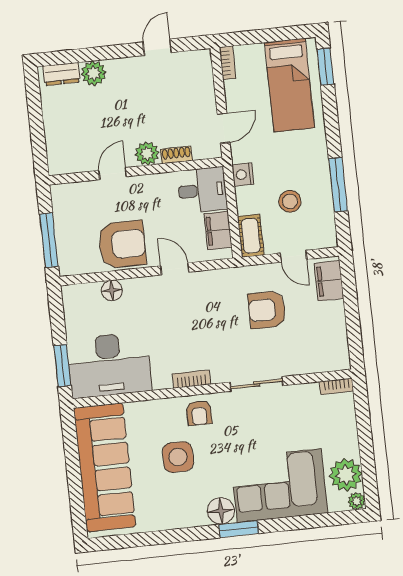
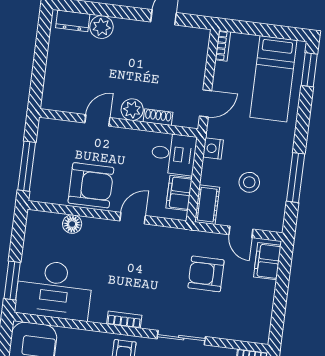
door: (175, 269) -> (133, 218), hinge flipped

